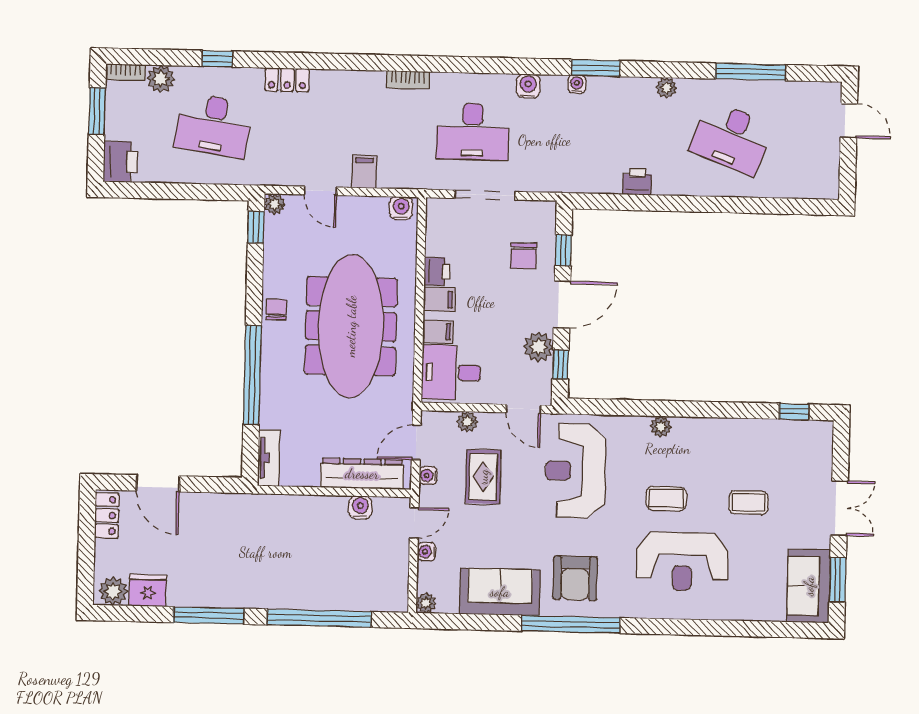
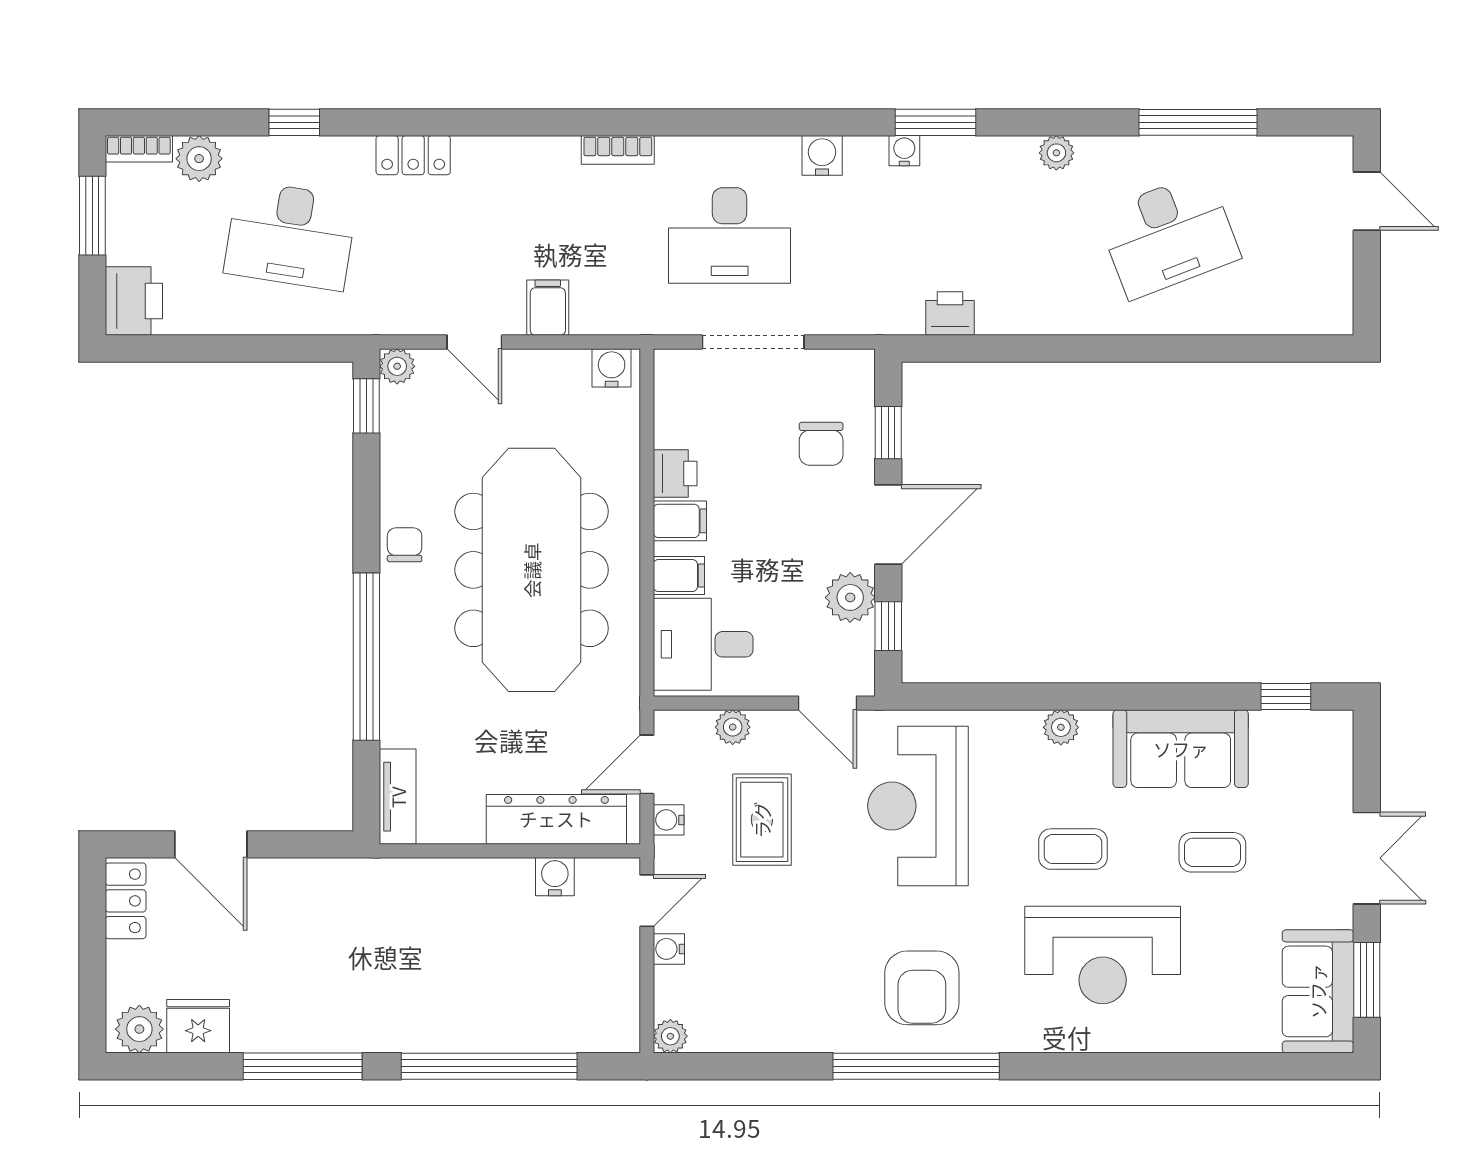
desk: (731, 138) -> (1168, 235), turned -42
printer: (637, 182) -> (950, 314), moved
sofa: (500, 592) -> (1181, 749), moved, turned 180

